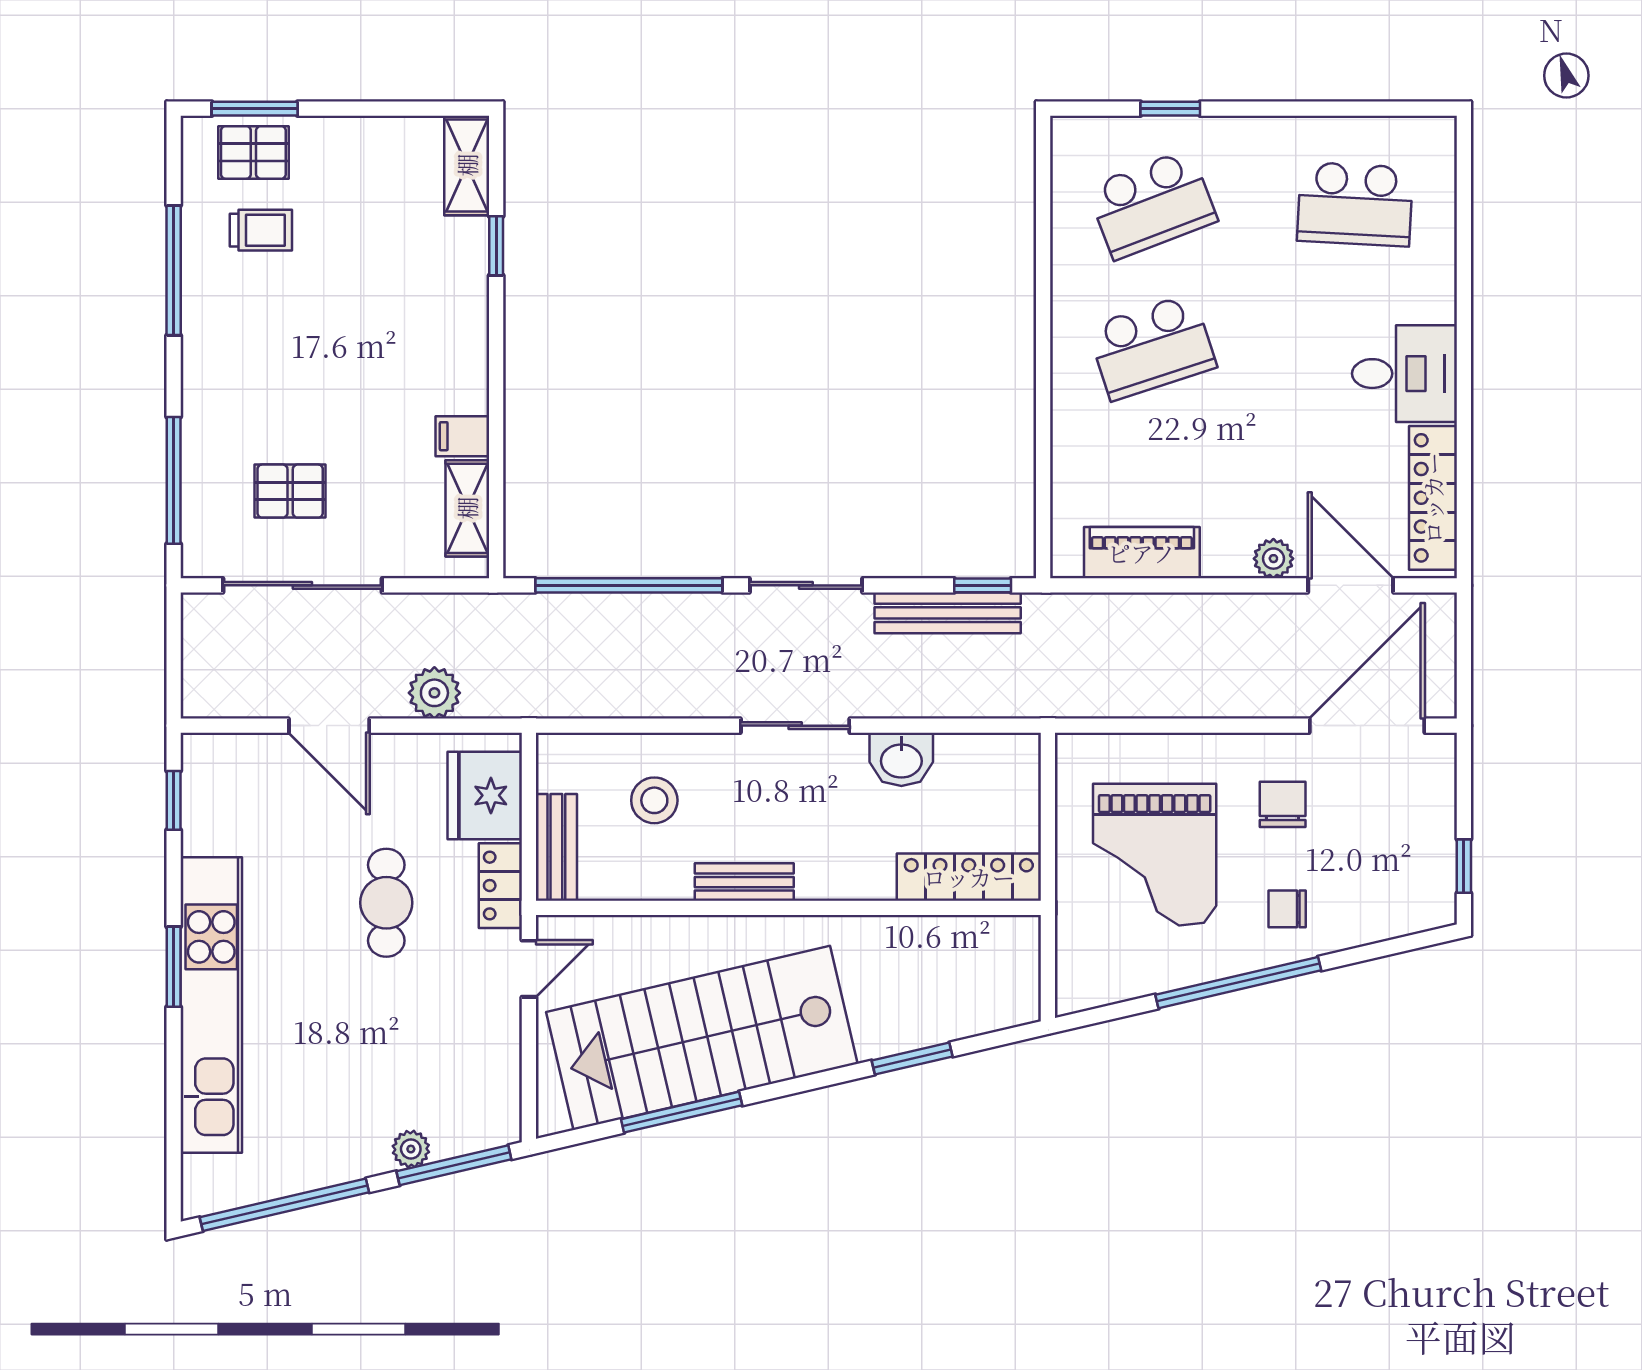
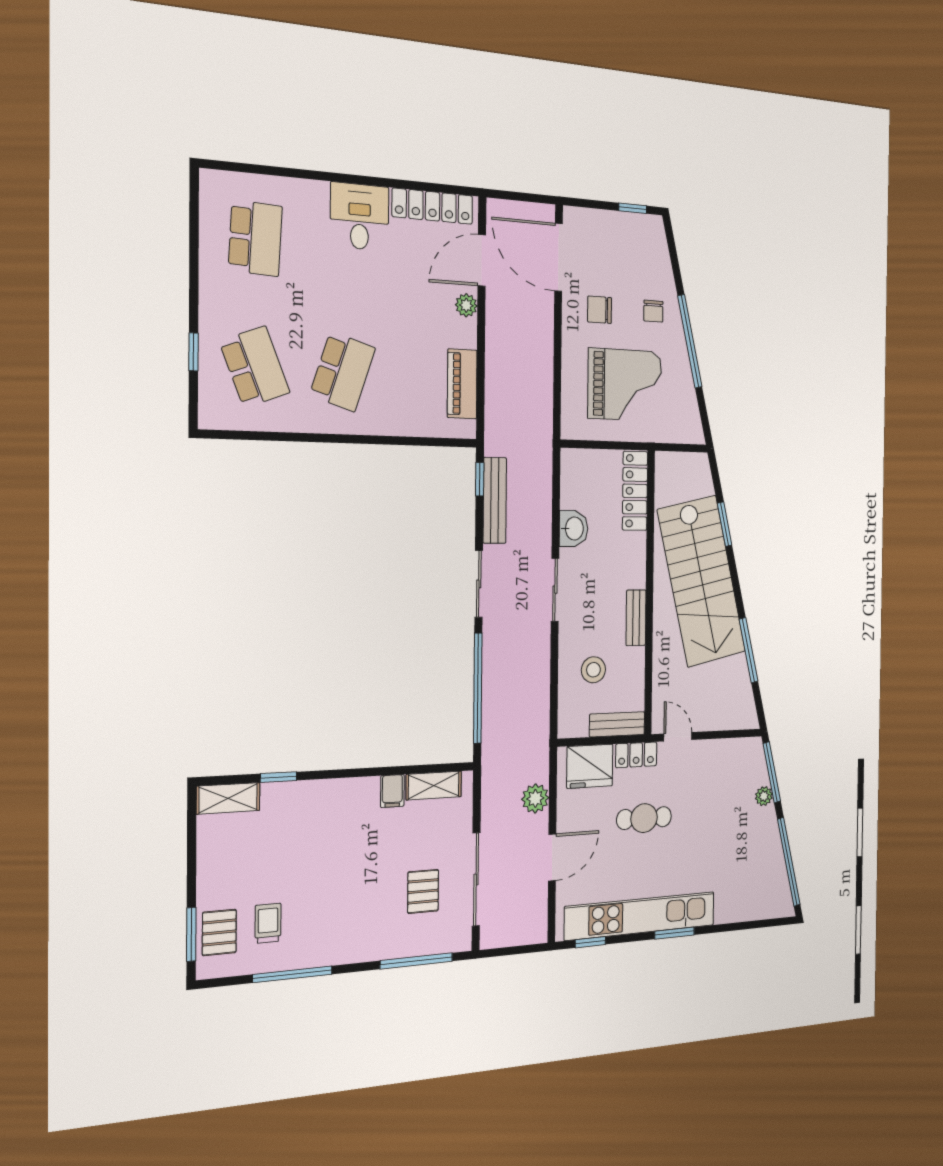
school desk: (1152, 347) -> (343, 371), turned 36
kitchen unit: (211, 1005) -> (640, 916), moved
stairs: (702, 1038) -> (702, 581), moved

